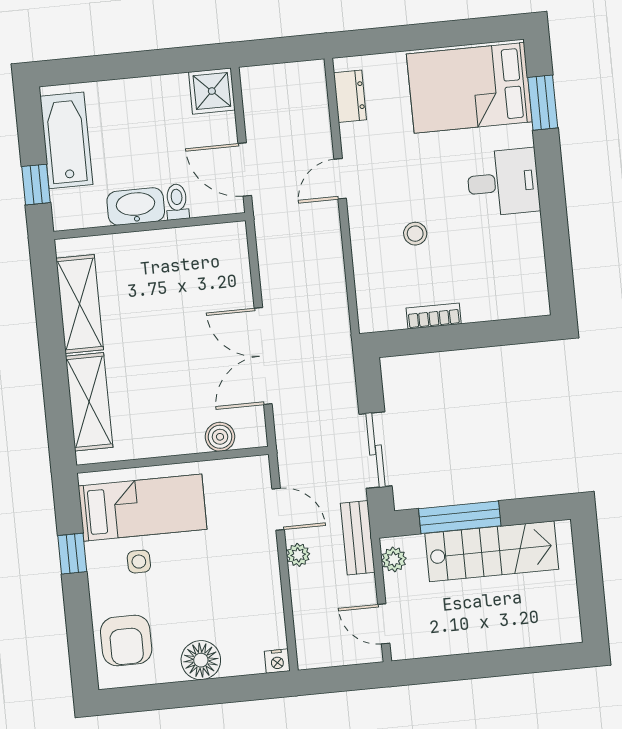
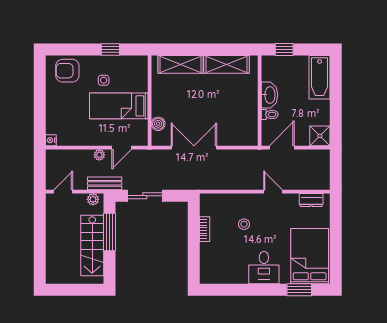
bathtub: (66, 140) -> (320, 77), moved, turned 90
bed: (143, 508) -> (119, 106), moved, turned 90
floor lamp: (201, 660) -> (55, 105), removed

